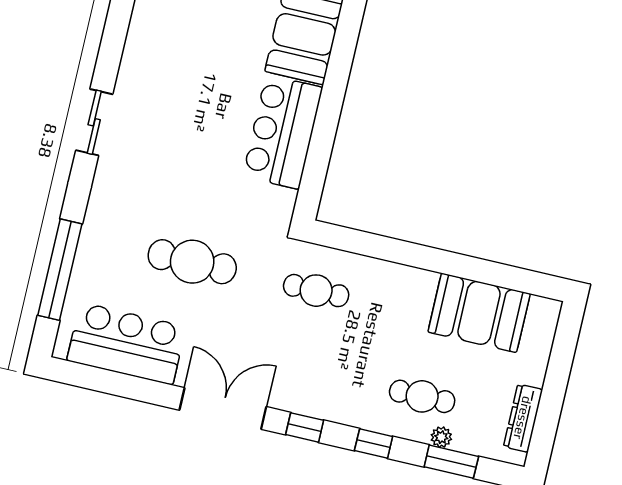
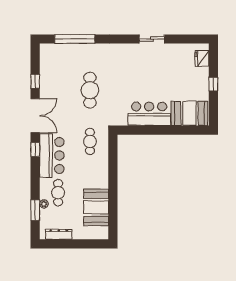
sliding door: (94, 122) -> (152, 39), moved
bar counter: (126, 344) -> (52, 155), moved
window: (374, 443) -> (35, 81), moved

